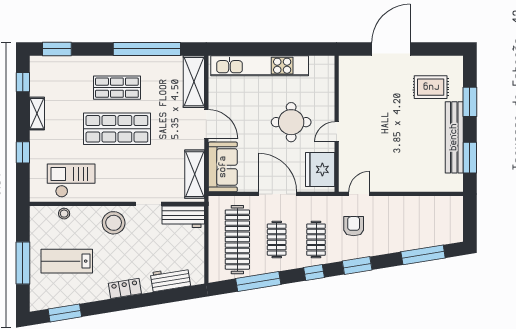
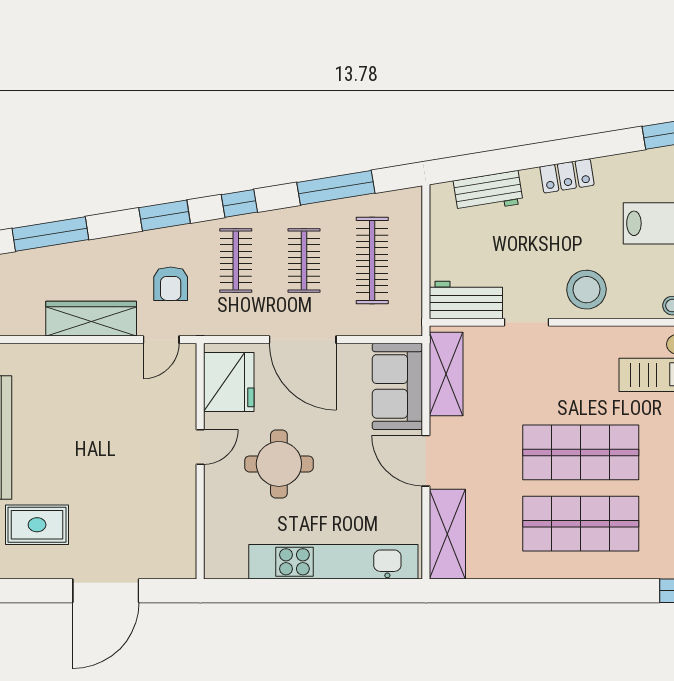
window: (147, 49) -> (529, 591), removed
shop shelf: (117, 88) -> (581, 524), width x1.43, depth x1.36
wardrobe: (399, 206) -> (91, 319), added
clothes rail: (237, 240) -> (372, 261), width x0.73, depth x0.76

